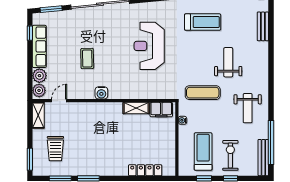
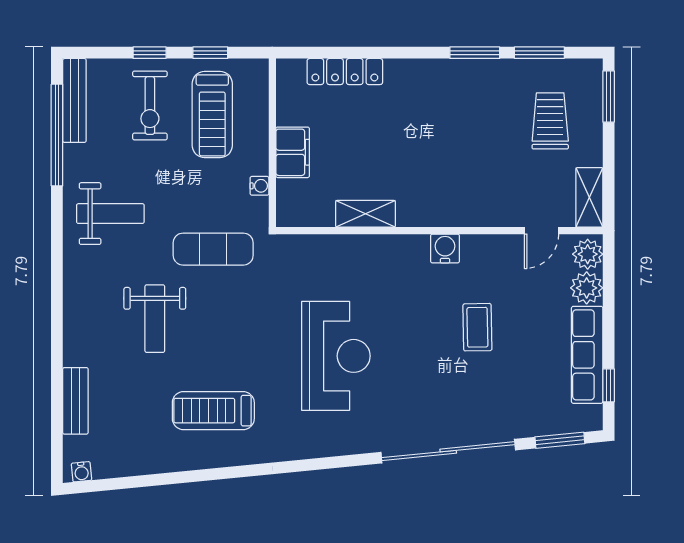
weight bench: (248, 108) -> (110, 214), turned 90
filing cabinet: (161, 110) -> (293, 152), moved, turned 90

